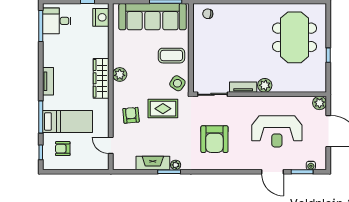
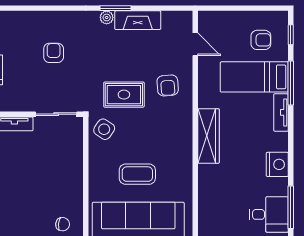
nightstand: (101, 17) -> (277, 164), moved, turned 180
coffee table: (171, 56) -> (137, 174), moved
plant: (120, 74) -> (183, 141), removed
tv unit: (48, 81) -> (281, 112), moved
armchair: (214, 139) -> (54, 53), width x0.53, depth x0.53

